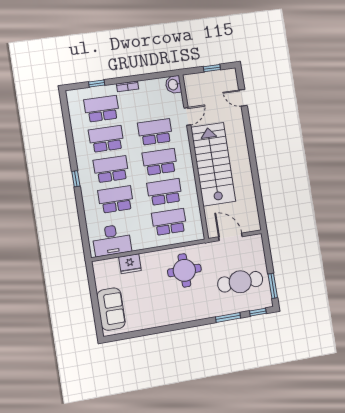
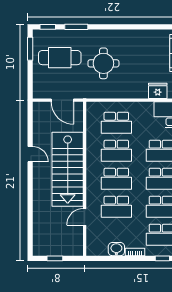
washbasin: (173, 85) -> (116, 249), moved, turned -90
door: (243, 98) -> (30, 154), moved
round table: (184, 270) -> (103, 63), moved

